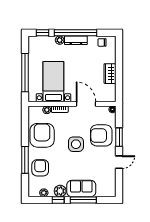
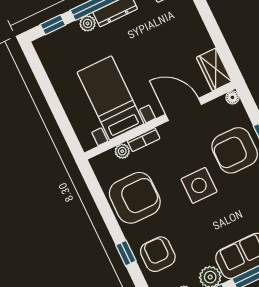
window: (25, 73) -> (55, 106), removed
wardrobe: (110, 74) -> (214, 70), moved
armchair: (42, 135) -> (135, 198), turned 90
window: (25, 160) -> (126, 253), width x0.46

